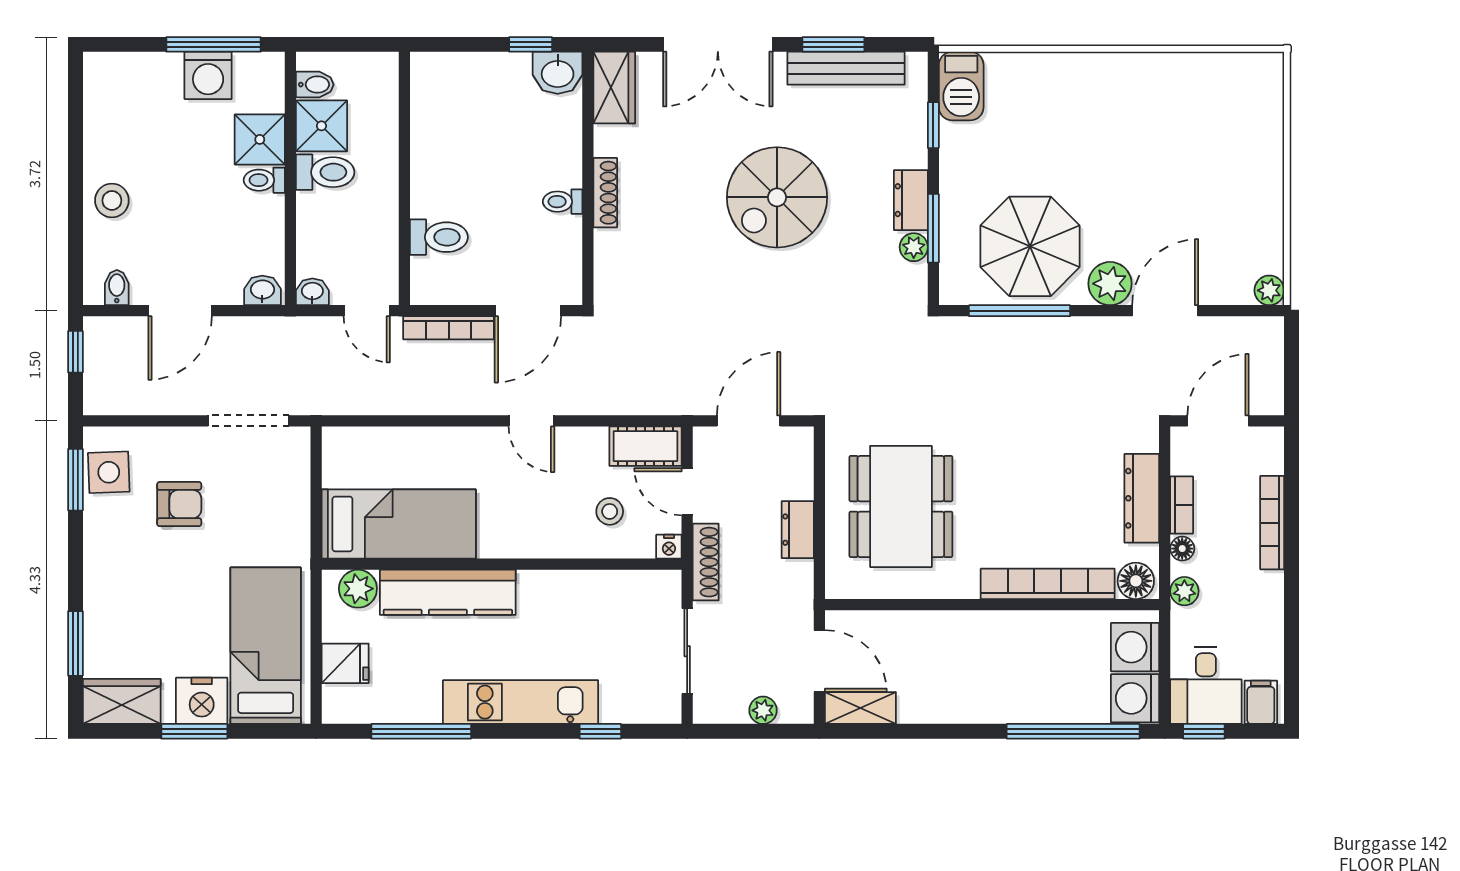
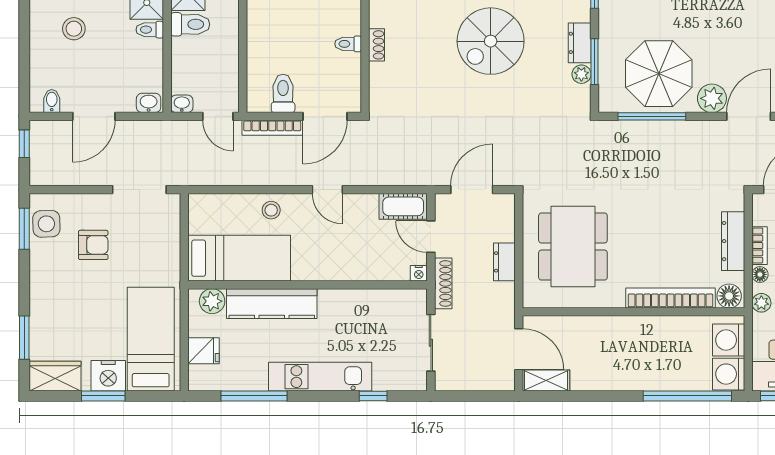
shoe rack: (605, 193) -> (376, 45), width x0.70
stool: (112, 200) -> (74, 29), moved
toilet: (439, 237) -> (283, 93), moved, turned -90
stool: (610, 511) -> (271, 210), moved
plant: (763, 710) -> (481, 382), removed

